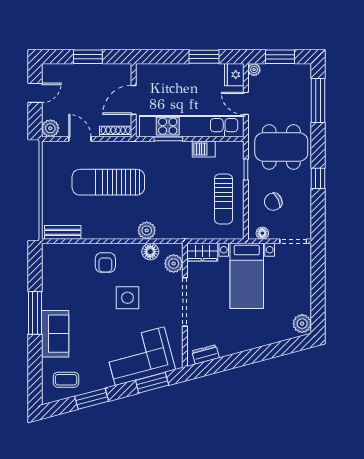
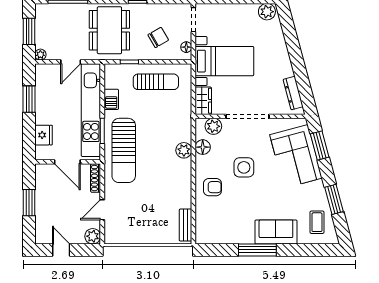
fridge: (234, 75) -> (43, 135), moved, turned -90
sun lounger: (108, 182) -> (124, 150), moved
chair: (273, 202) -> (158, 37), turned -94
dresser: (206, 354) -> (293, 93), width x1.44

